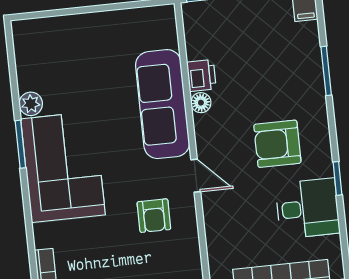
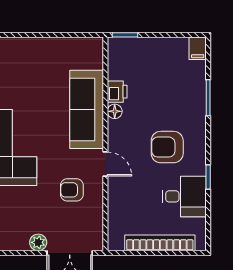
armchair: (154, 216) -> (72, 190), turned 90

